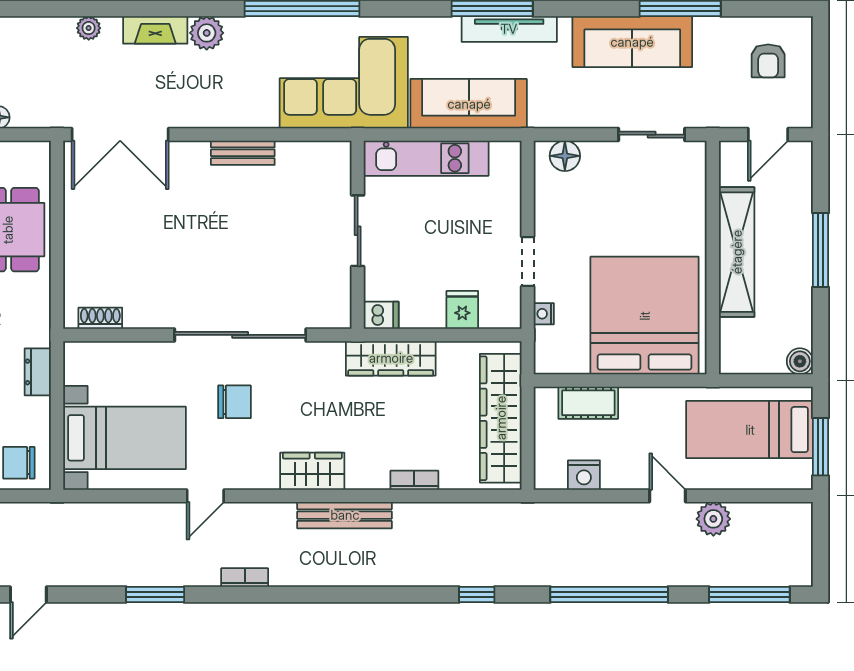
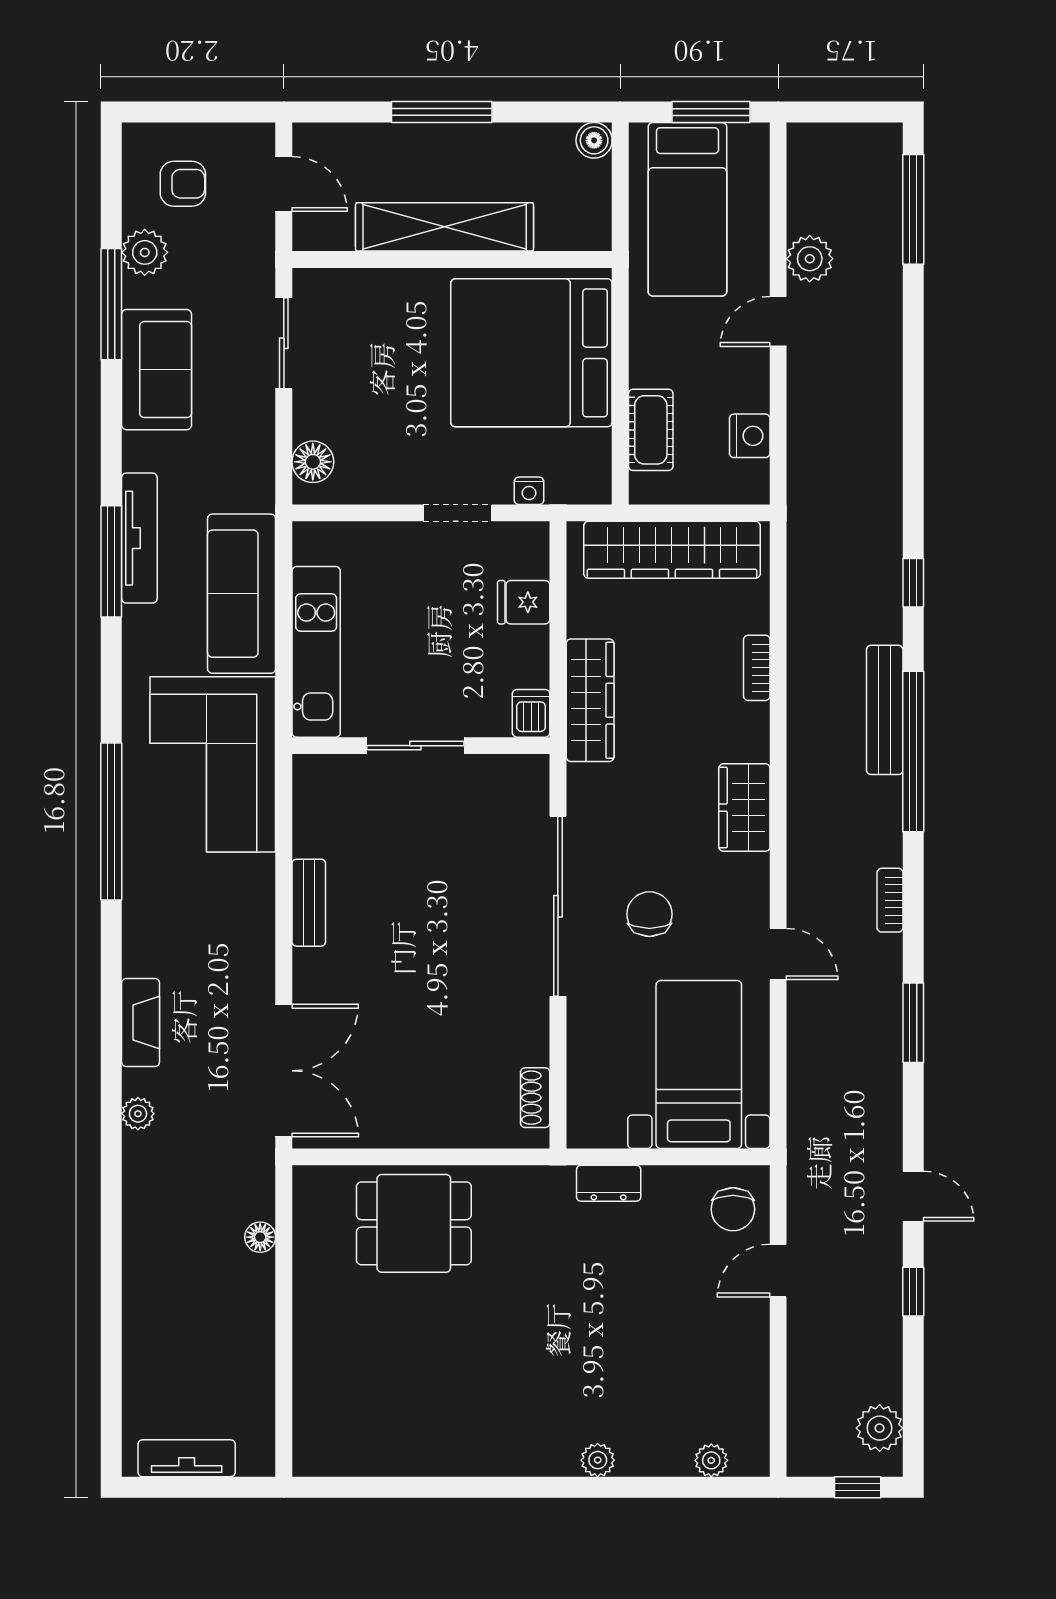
plant: (207, 33) -> (145, 252), moved
sofa: (632, 42) -> (157, 370), width x0.73
bench: (345, 515) -> (885, 710), moved
window: (609, 595) -> (913, 752), moved

